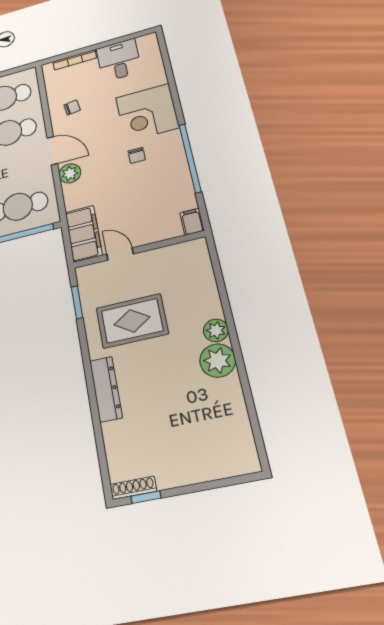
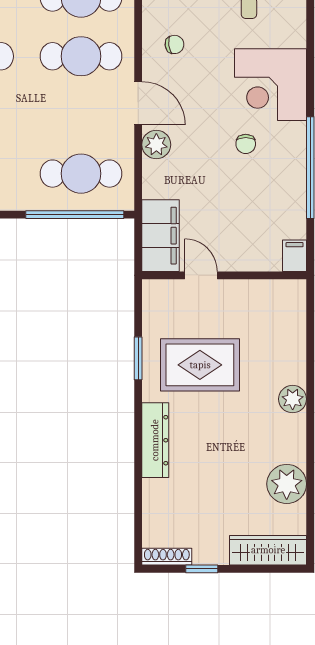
window: (77, 302) -> (138, 358), moved
plant: (218, 361) -> (287, 484), moved
wardrobe: (224, 465) -> (268, 550), added
window: (146, 497) -> (202, 569), moved

